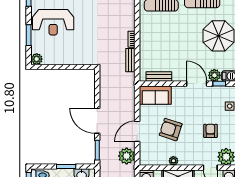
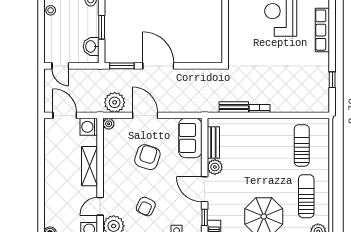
plant: (214, 75) -> (215, 167), moved
door: (197, 84) -> (205, 189), swing flipped
door: (97, 121) -> (158, 66), hinge flipped
armchair: (210, 131) -> (146, 207), turned 115
plant: (173, 161) -> (109, 124), moved

